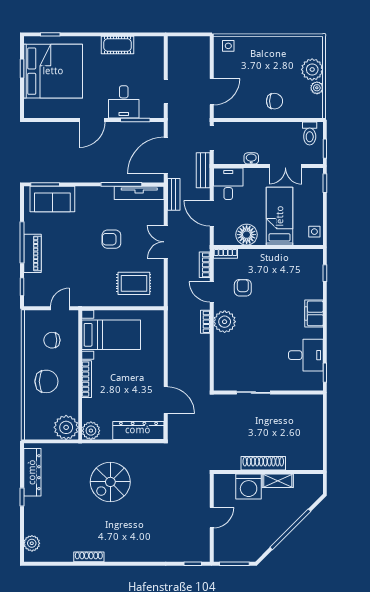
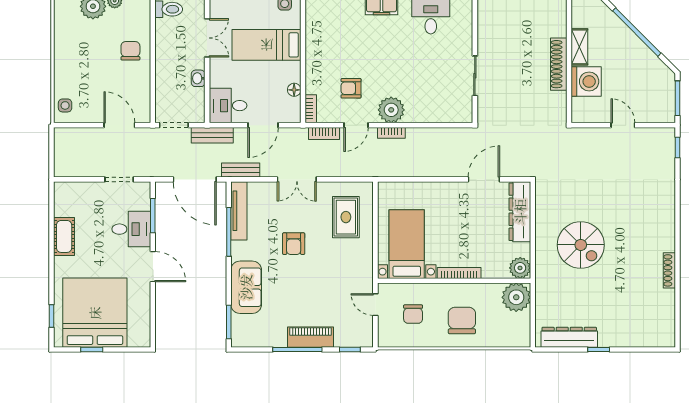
sofa: (52, 199) -> (246, 287), moved
floor lamp: (247, 235) -> (294, 90), width x0.53, depth x0.53
plant: (32, 543) -> (653, 338), removed

